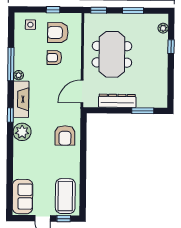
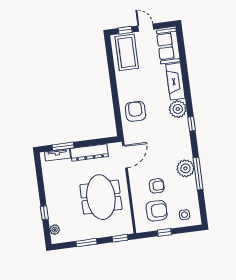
plant: (19, 75) -> (185, 168), width x1.87, depth x1.87
fireplace: (21, 99) -> (175, 81), moved
tv unit: (150, 103) -> (58, 155), added

